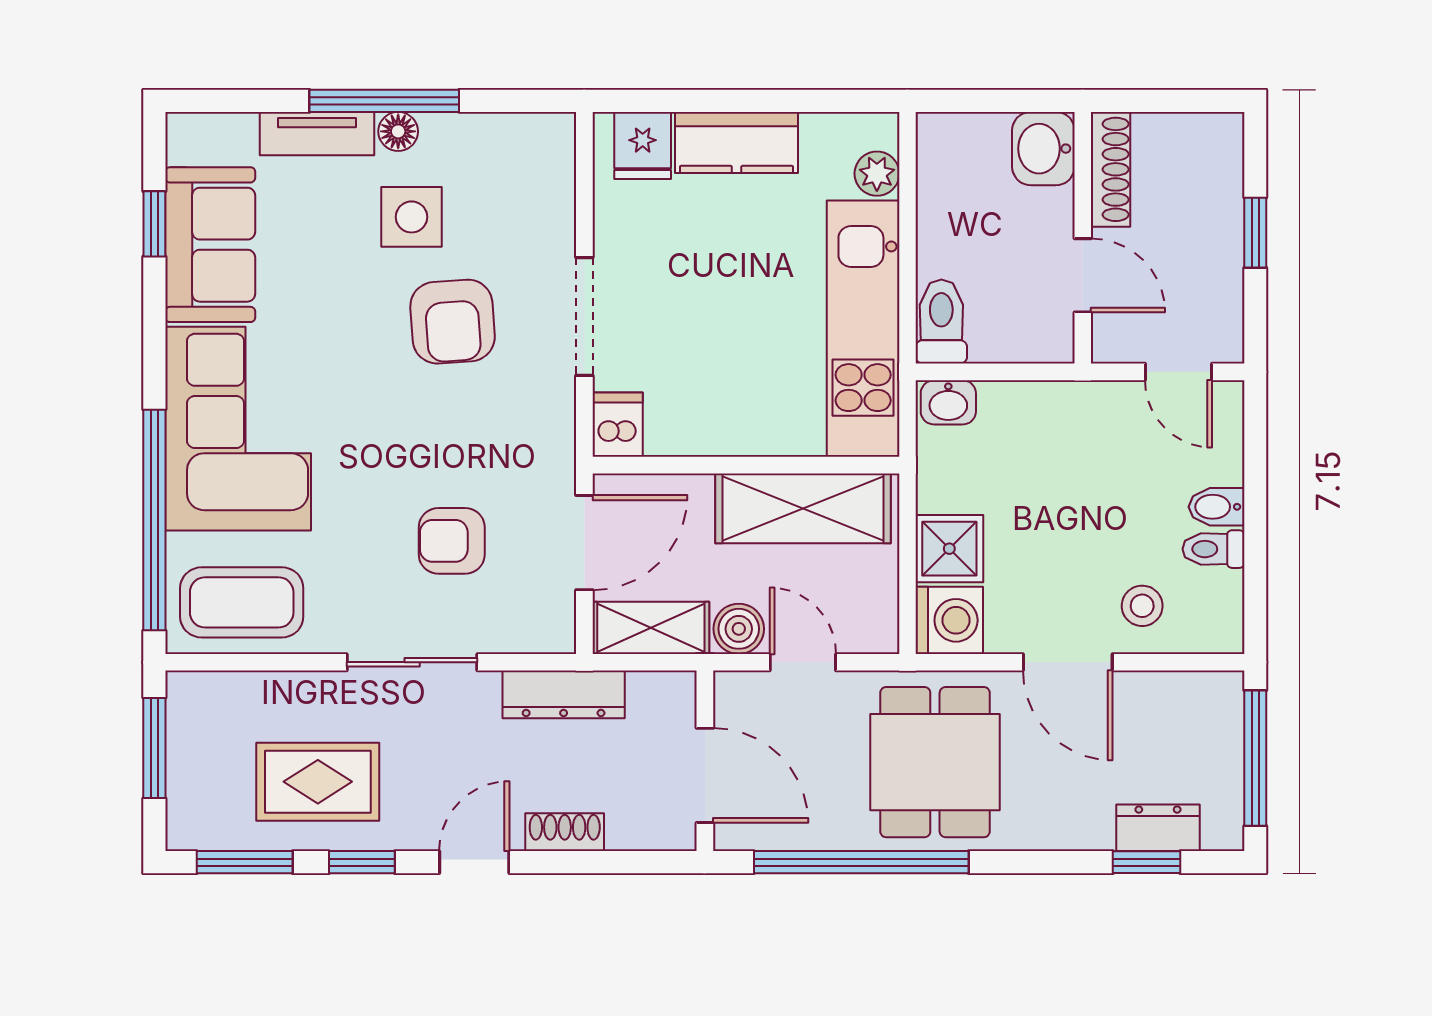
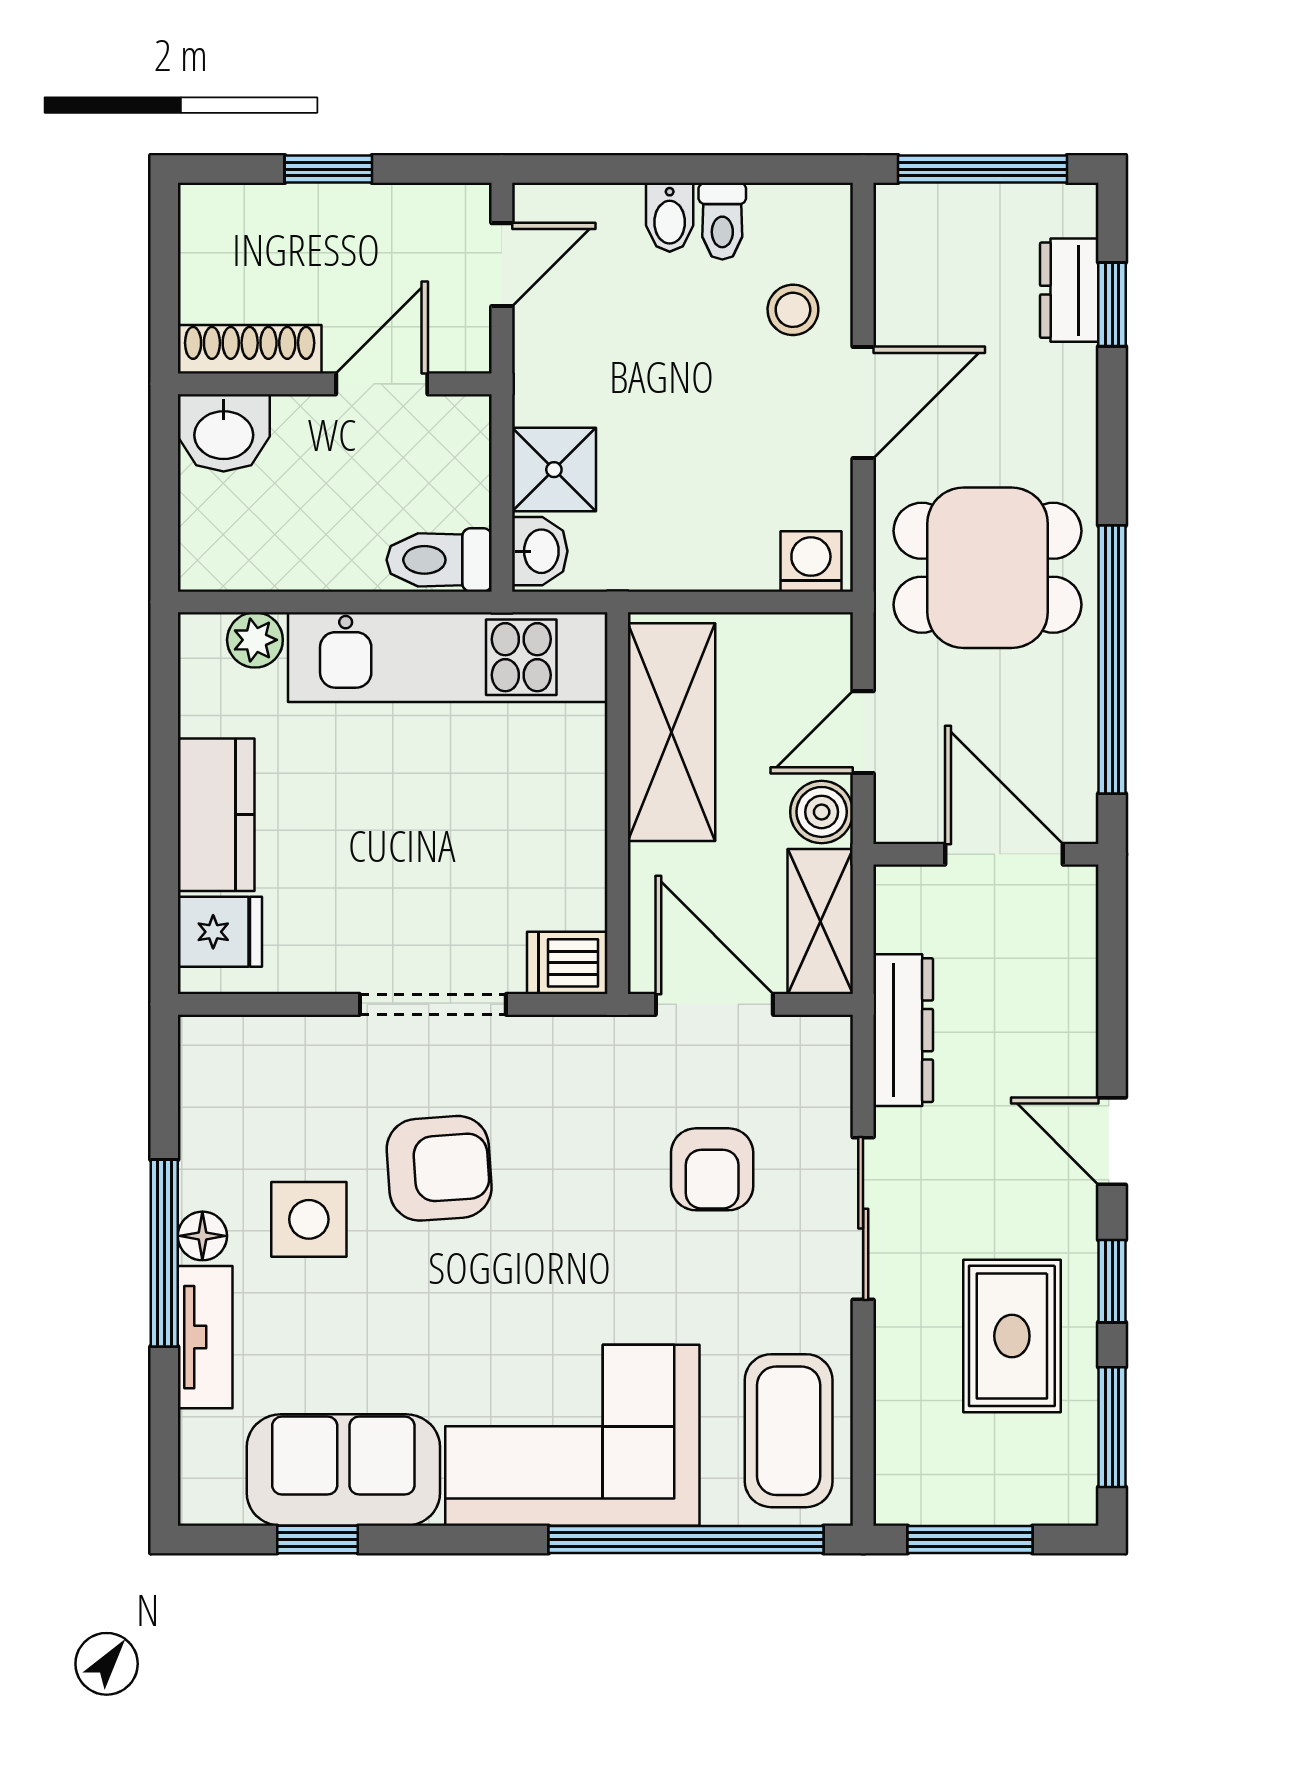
shower: (949, 549) -> (554, 470), moved
washing machine: (949, 620) -> (811, 561), width x0.73, depth x0.73
door: (705, 775) -> (1004, 854), hinge flipped
shoe rack: (565, 832) -> (1075, 1029), removed

